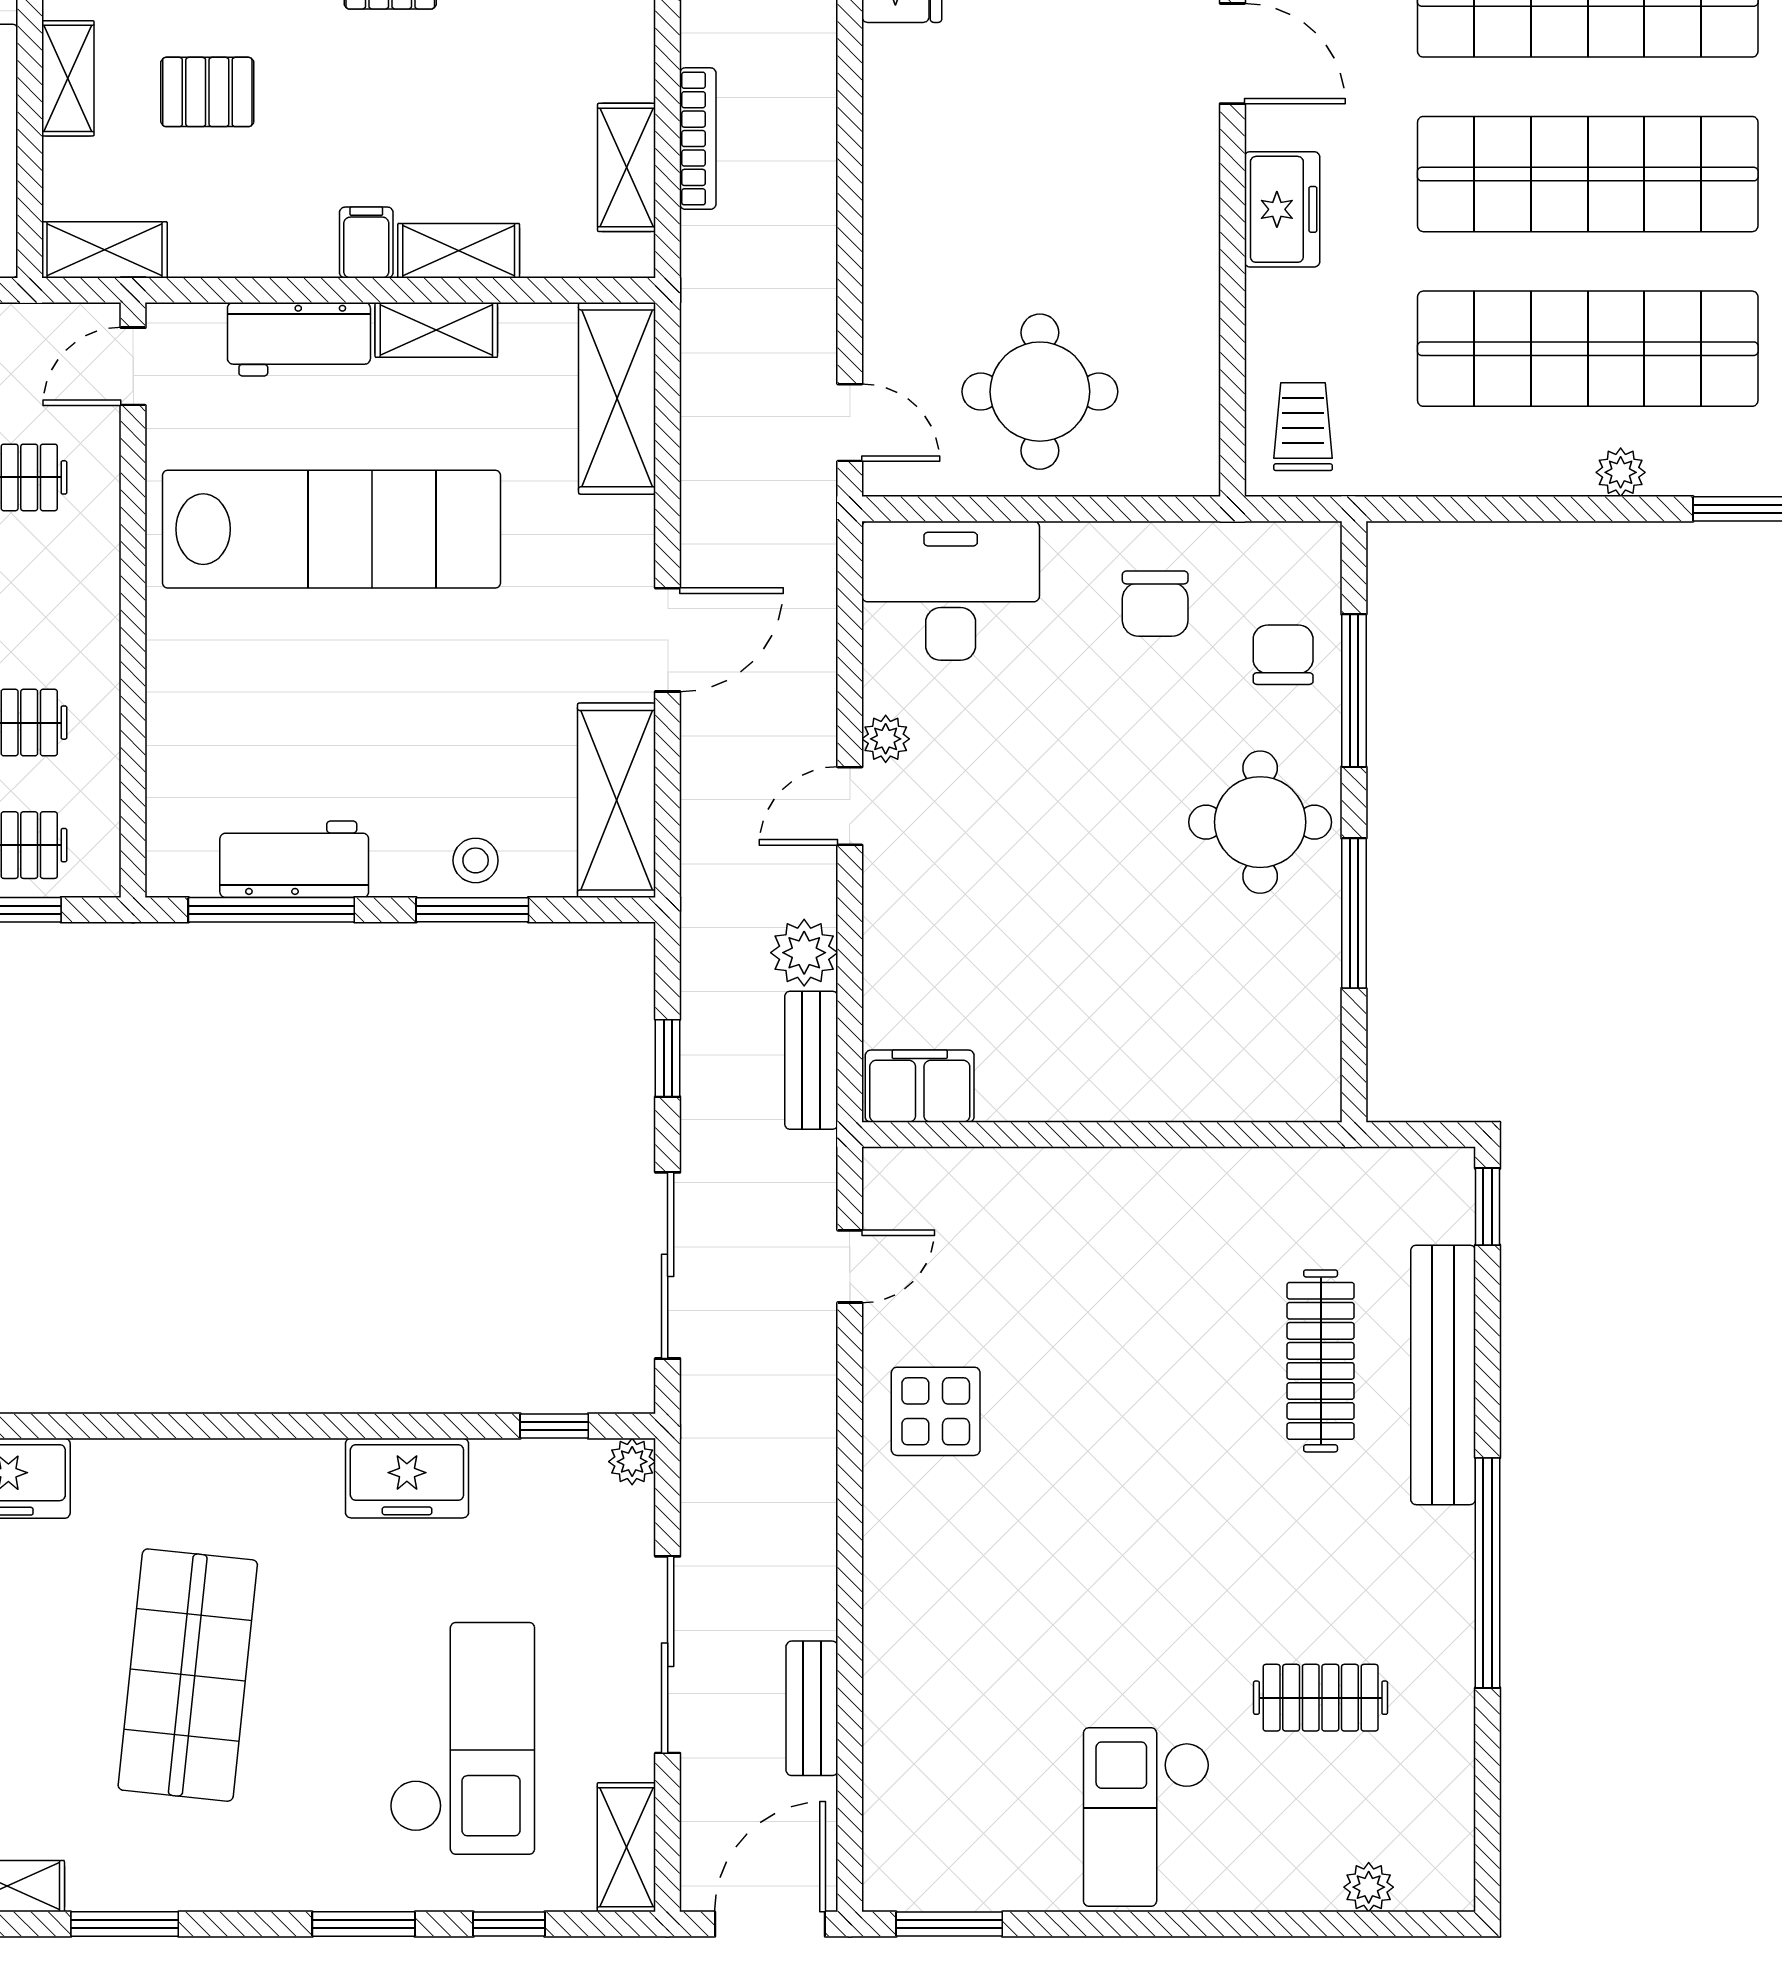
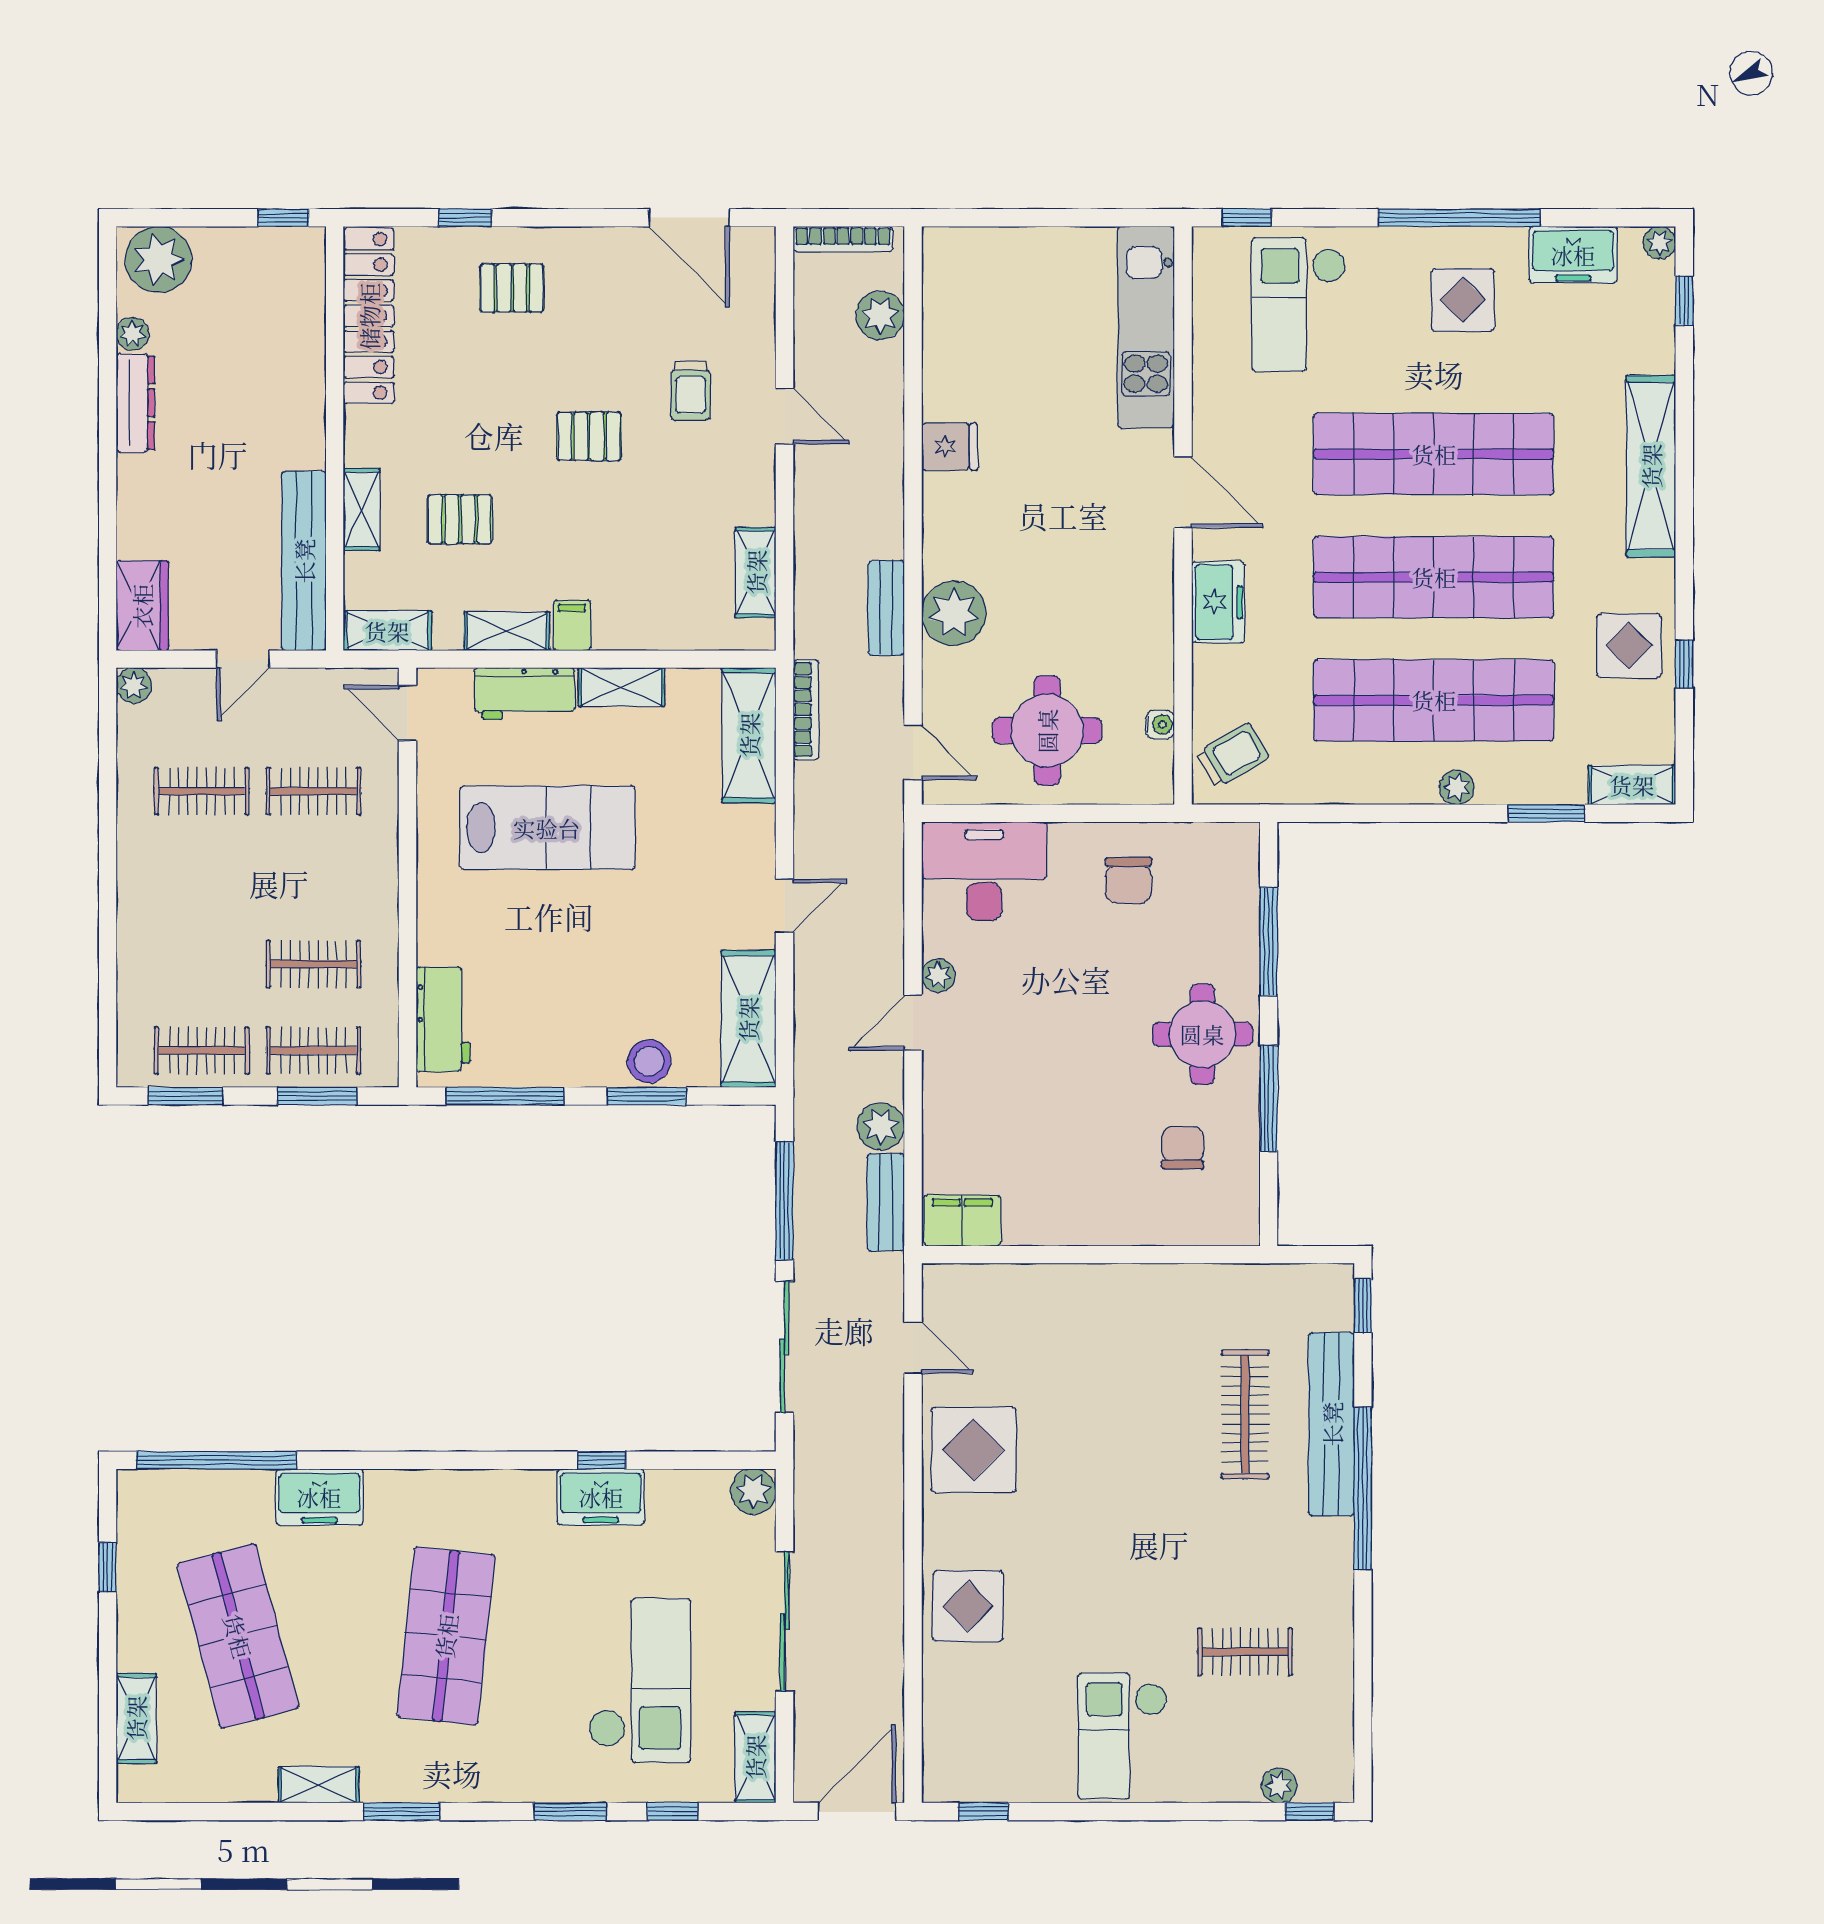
bookcase: (698, 139) -> (806, 710), moved
plant: (908, 225) -> (954, 613), added
shelving: (459, 251) -> (507, 631), moved
door: (133, 366) -> (408, 713), hinge flipped
water cooler: (1200, 383) -> (1160, 725), added
trolley: (1303, 427) -> (1233, 755), turned 60
lab bench: (332, 529) -> (547, 828), width x0.73
door: (668, 640) -> (785, 906), width x0.73
chair: (1283, 655) -> (1183, 1148), moved
workbench: (294, 859) -> (443, 1019), moved, turned 90
stool: (476, 860) -> (649, 1061), width x1.37, depth x1.37
window: (668, 1058) -> (785, 1201), width x2.17
door: (850, 1266) -> (913, 1348), hinge flipped
display table: (936, 1411) -> (974, 1450), width x1.36, depth x1.36
window: (554, 1426) -> (602, 1460), moved
plant: (632, 1462) -> (753, 1491), width x1.38, depth x1.38
window: (1488, 1573) -> (1363, 1488), moved
display table: (928, 1633) -> (968, 1606), added
bench: (812, 1708) -> (886, 608), moved
window: (949, 1924) -> (983, 1812), width x0.67
window: (1412, 1924) -> (1310, 1812), added

